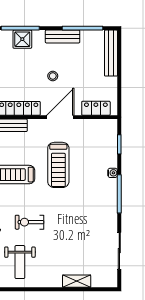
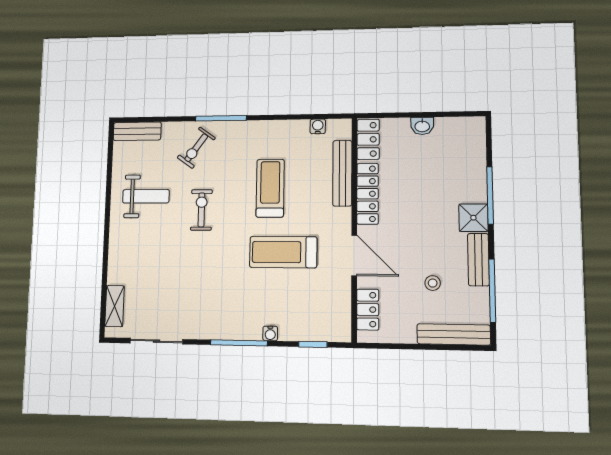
shower: (22, 39) -> (473, 218), moved
stool: (53, 76) -> (433, 283), moved
weight bench: (20, 262) -> (146, 196), turned 180
shelving: (77, 281) -> (115, 306), moved

